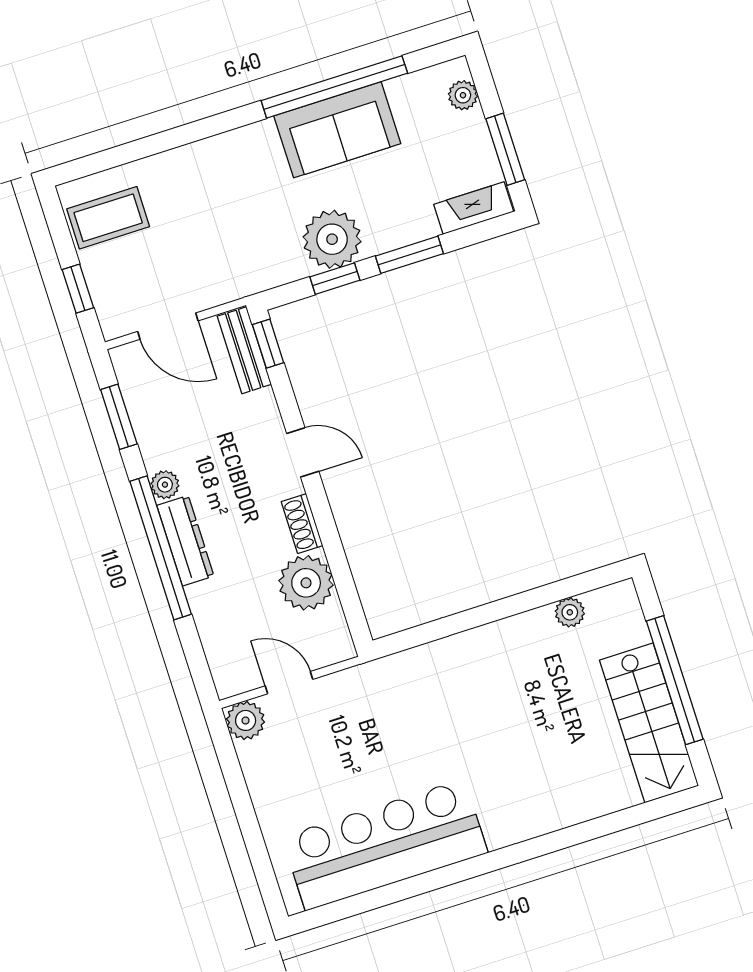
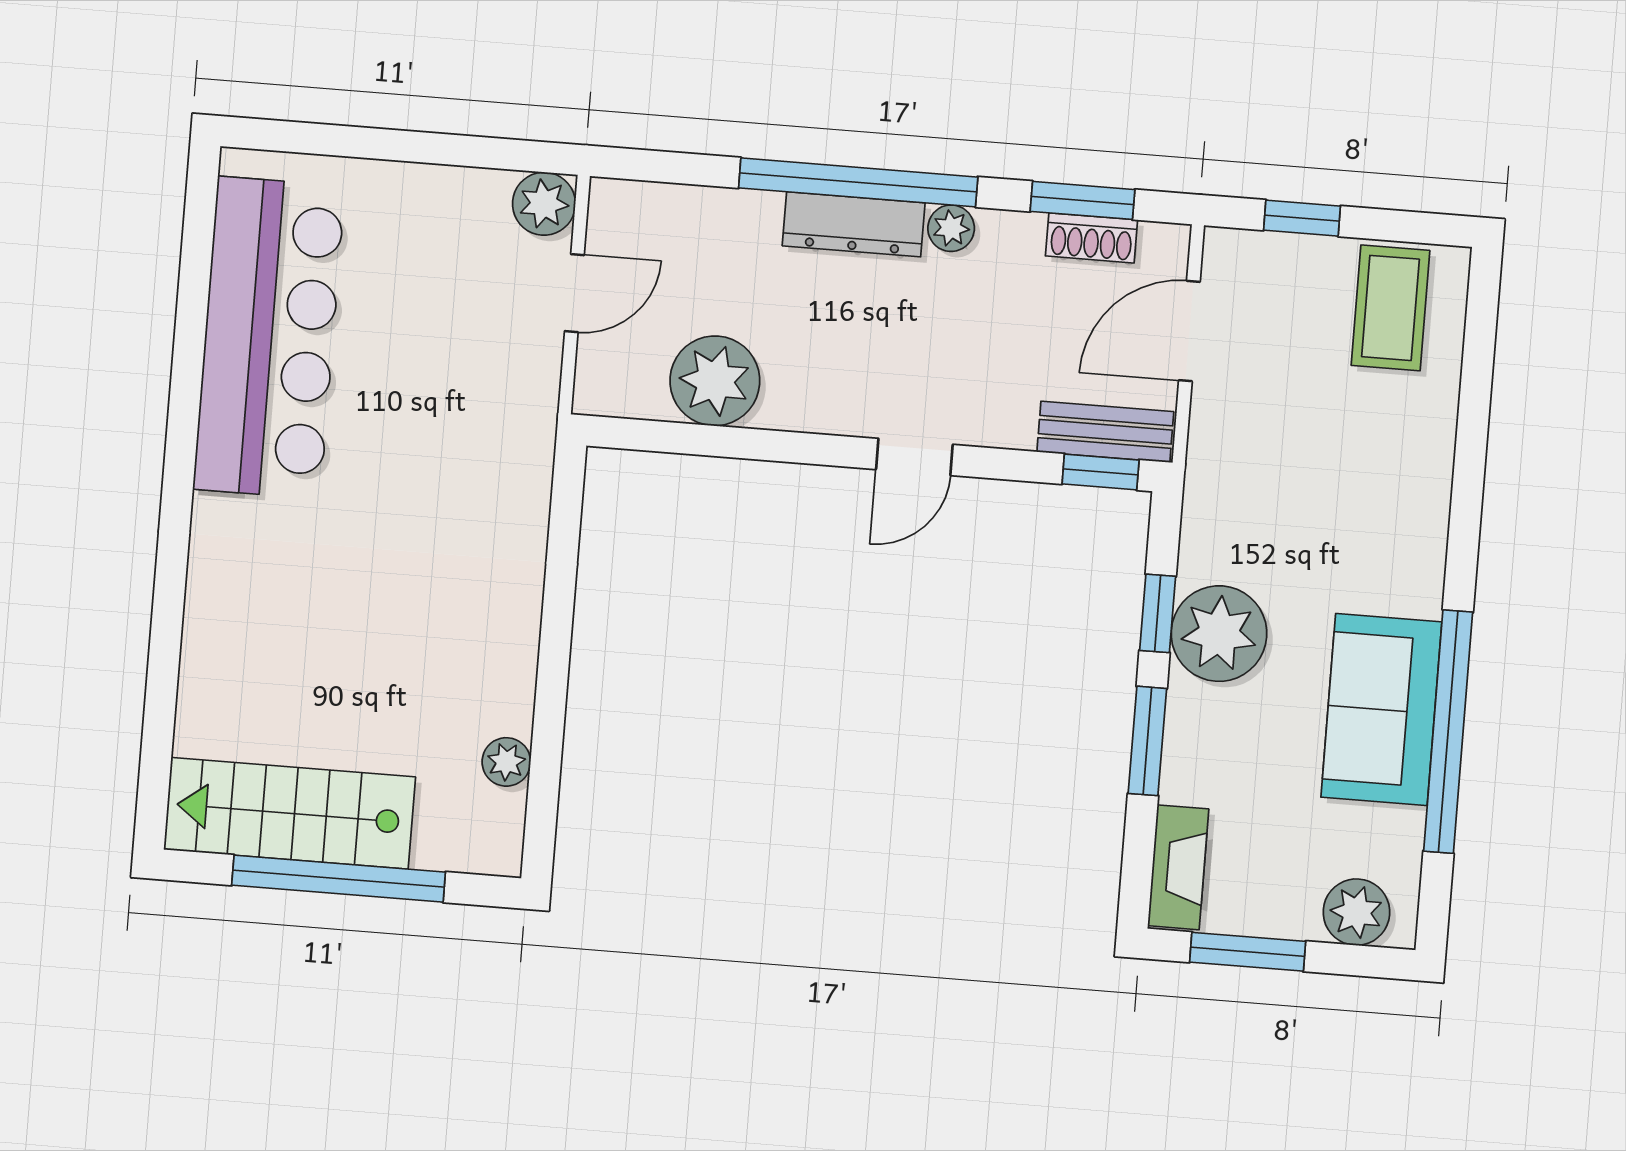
plant: (463, 95) -> (1356, 912), width x1.38, depth x1.38
shoe rack: (302, 524) -> (1092, 238), moved, turned 180

